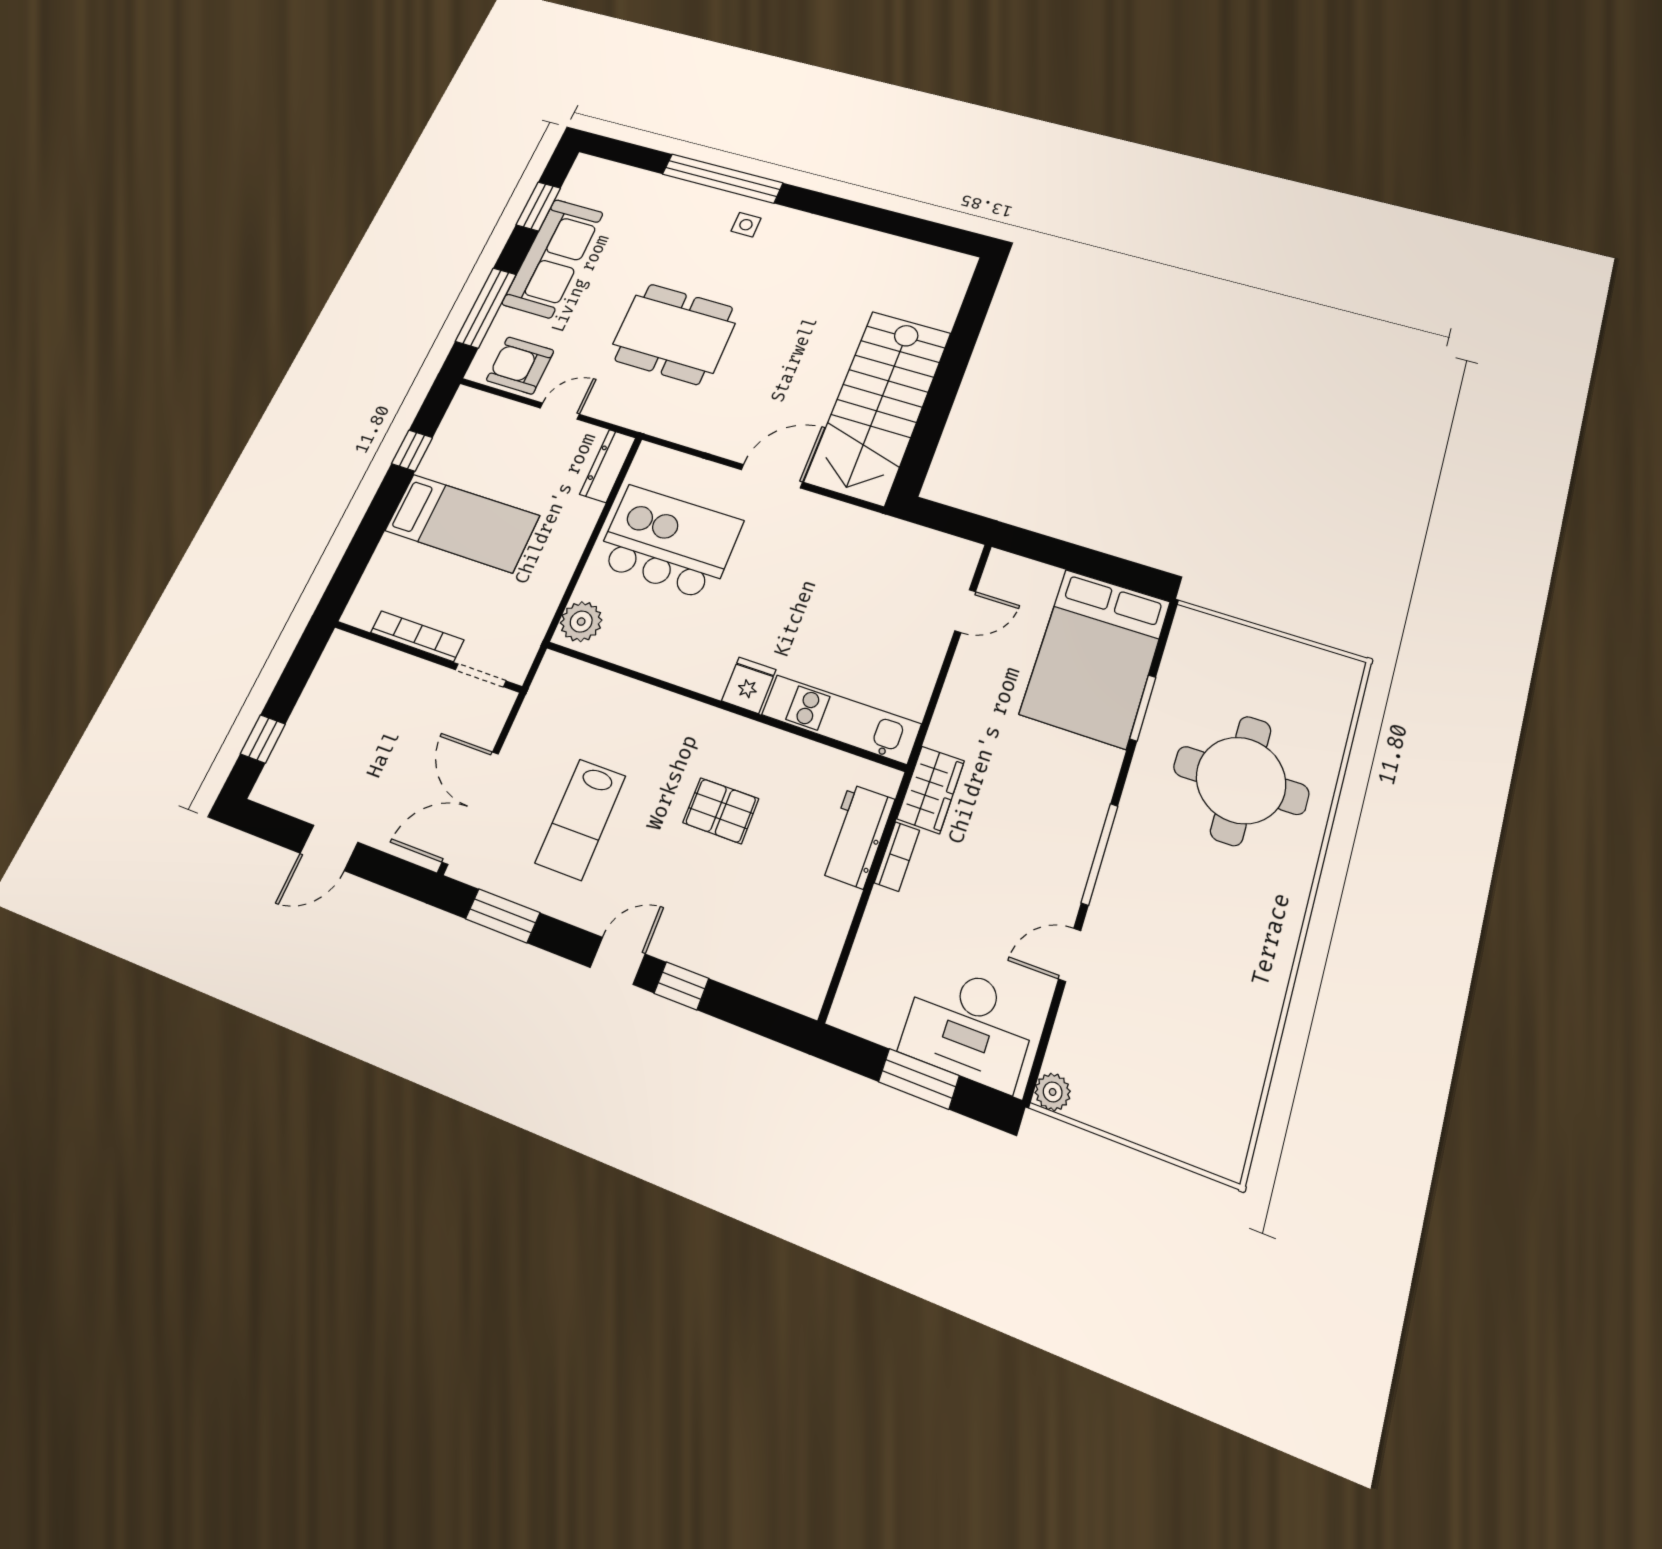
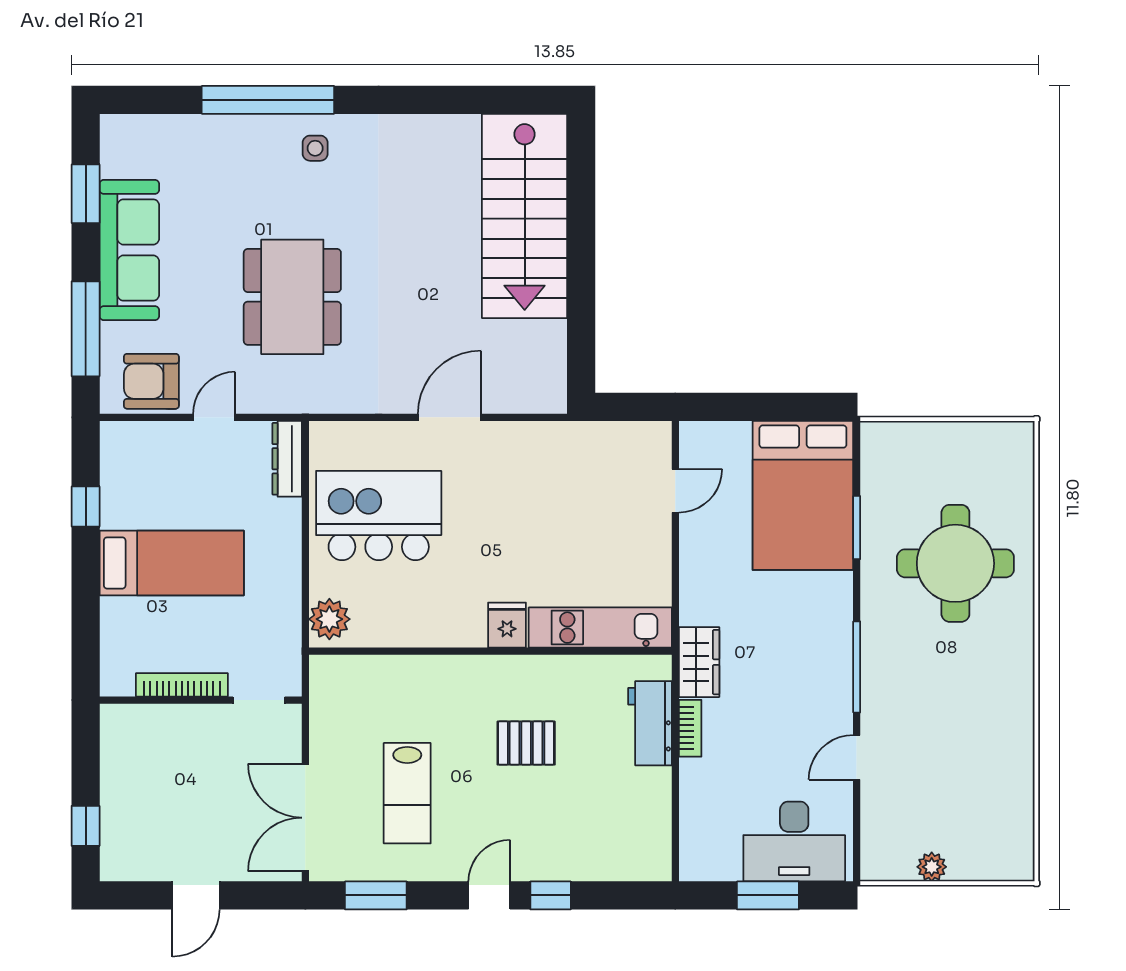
dining table: (674, 334) -> (292, 297), turned 90
stairs: (878, 407) -> (525, 216), moved
plant: (1053, 1092) -> (932, 867), moved

